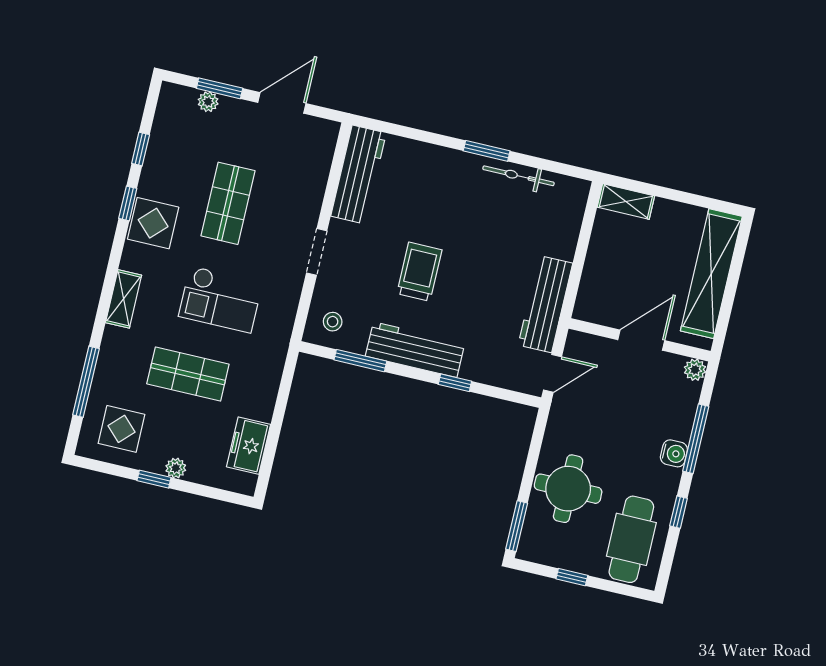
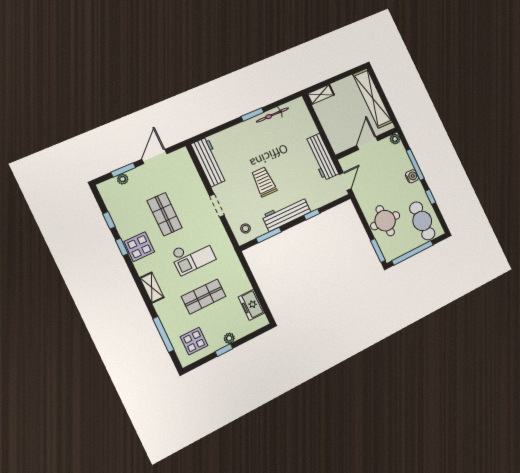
window: (572, 577) -> (413, 253), width x3.17

